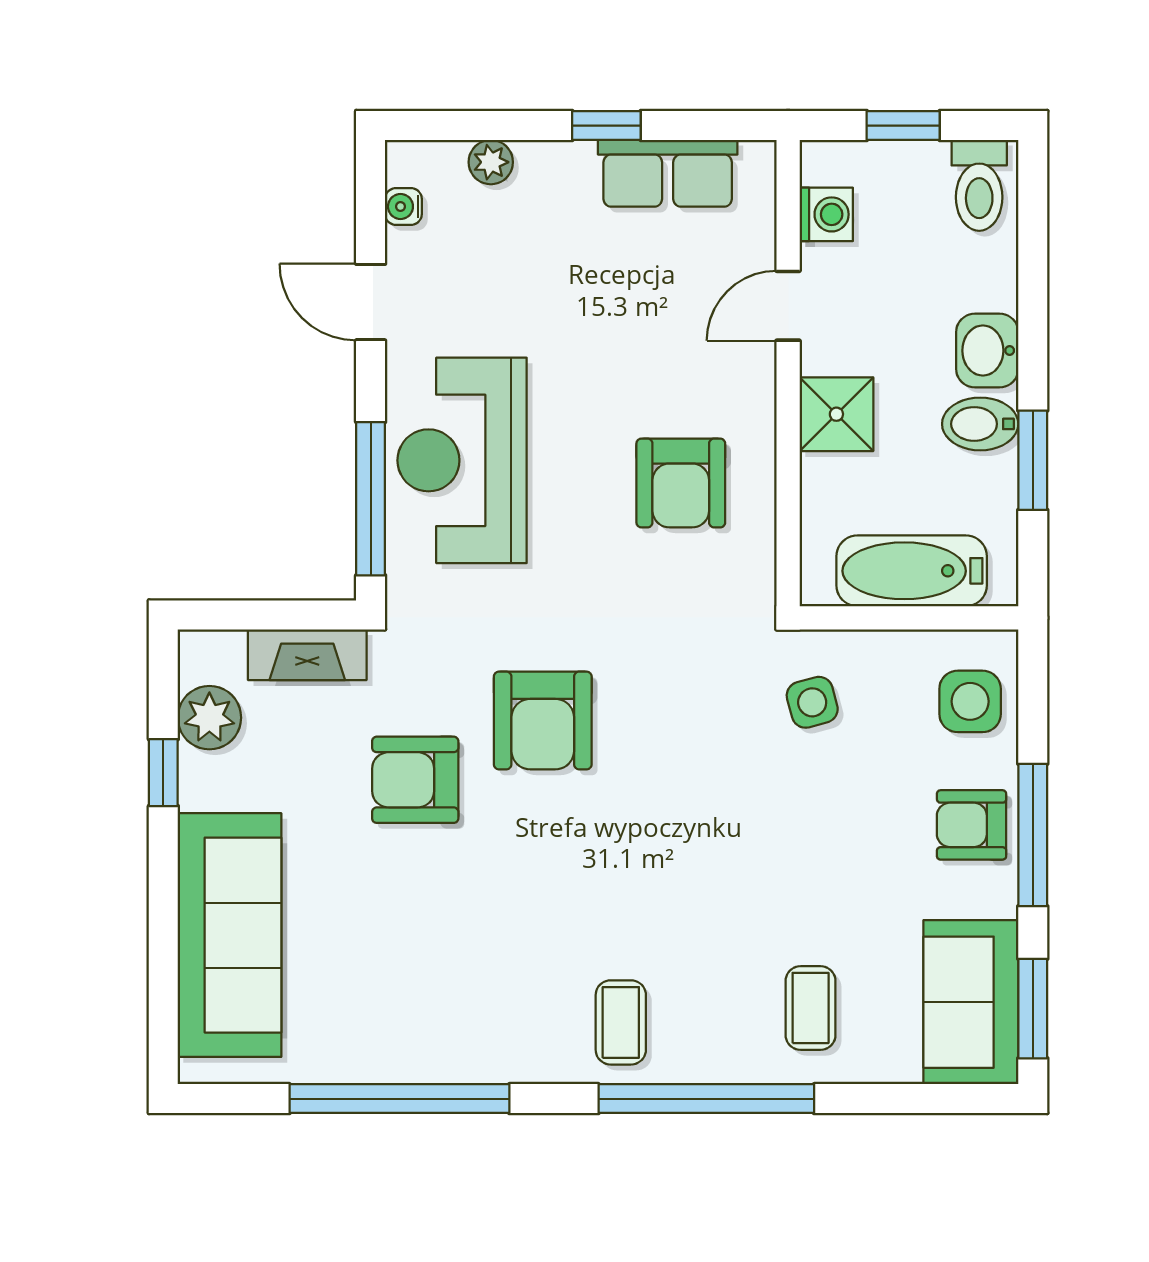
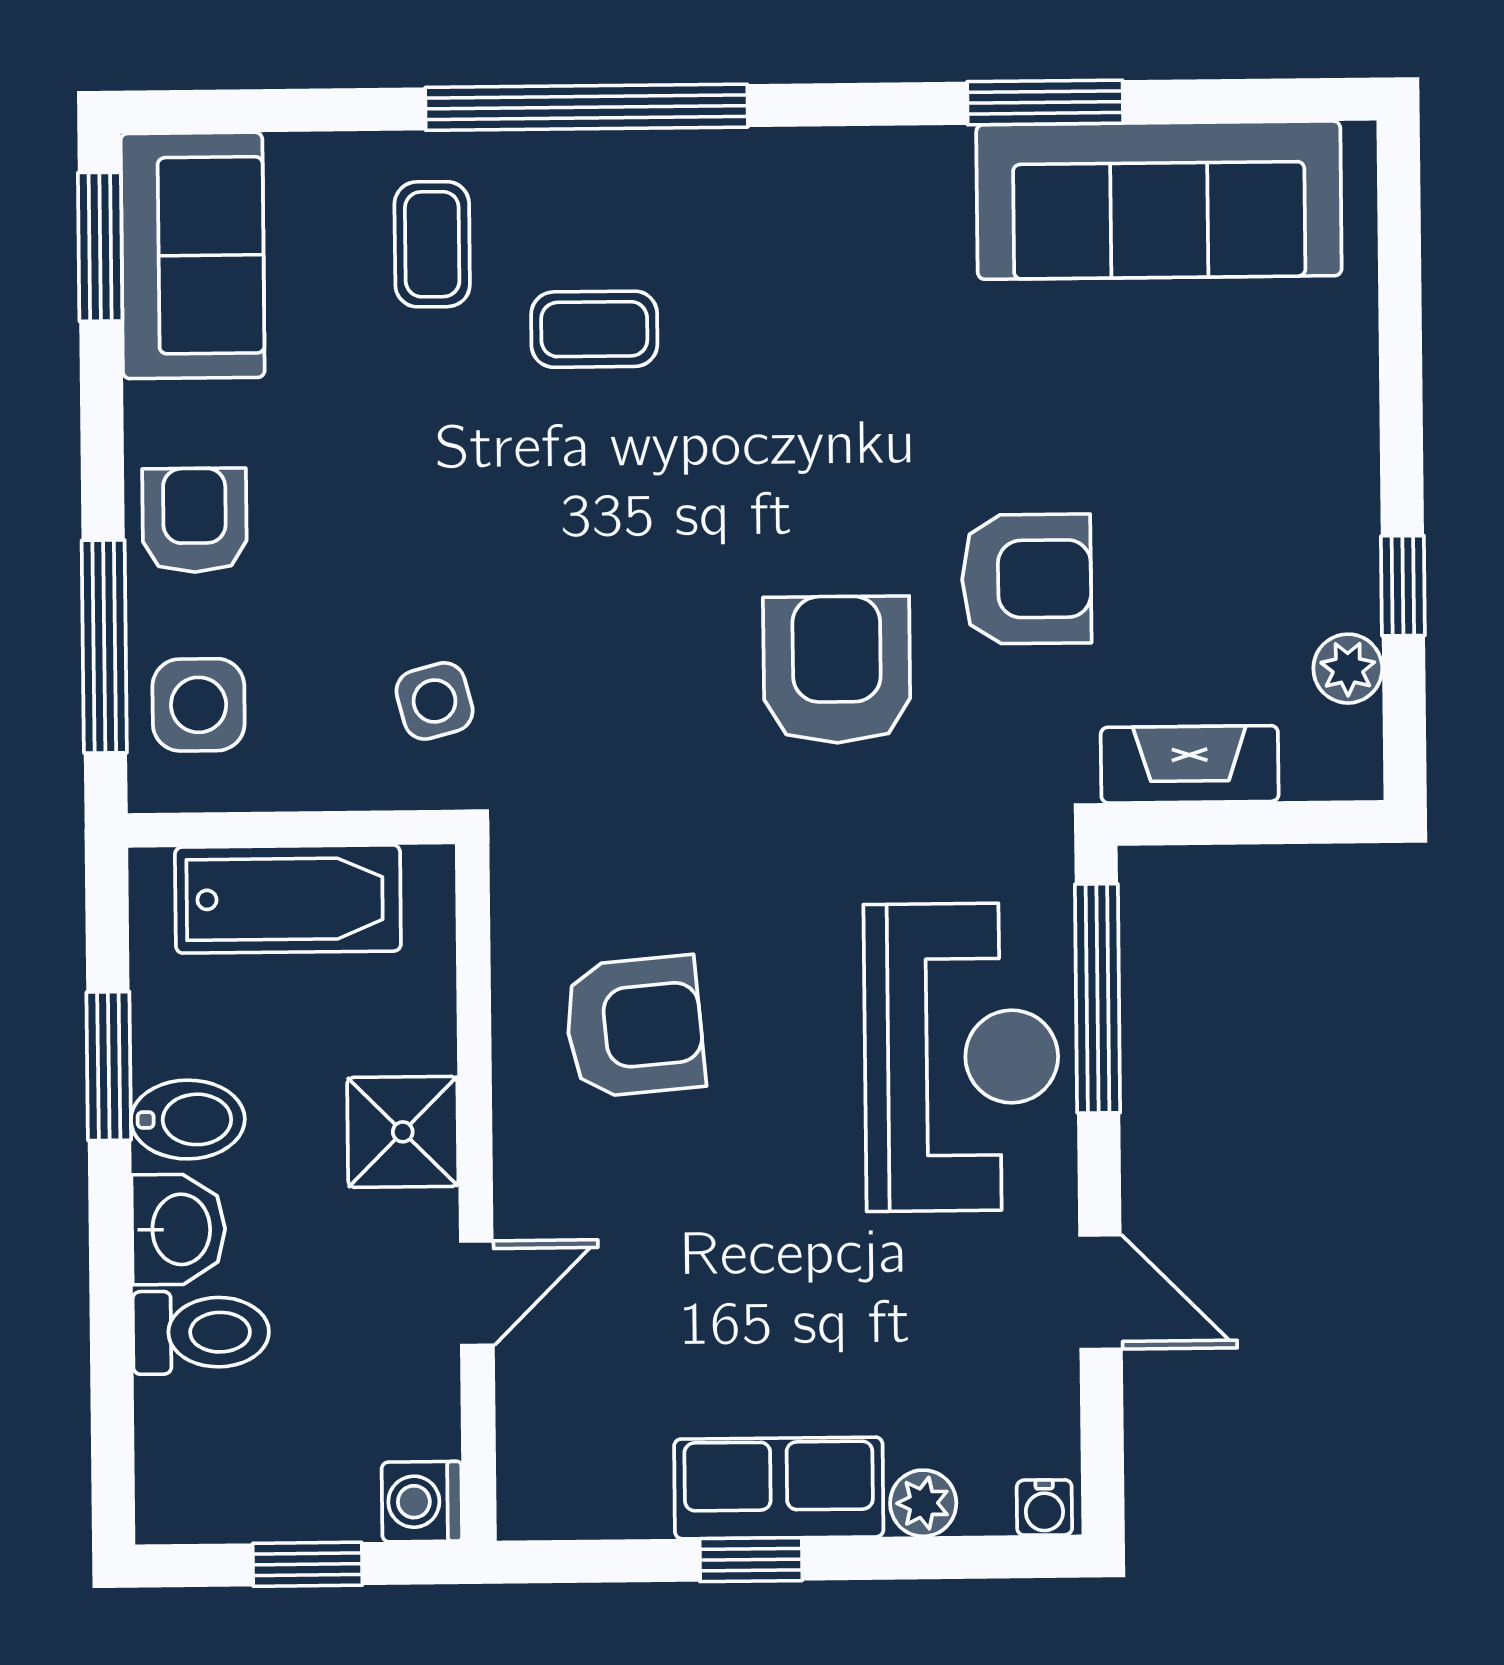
row of seats: (668, 173) -> (779, 1488), moved
toilet: (979, 185) -> (201, 1332), moved, turned 90
water cooler: (403, 206) -> (1044, 1508), moved, turned 90
washing machine: (826, 214) -> (422, 1502), moved
armchair: (681, 483) -> (634, 1027), turned 85
plant: (209, 718) -> (1348, 669), width x0.73, depth x0.73
armchair: (972, 825) -> (194, 520), turned -90
window: (1033, 835) -> (104, 647), moved
sofa: (229, 935) -> (1159, 200), moved, turned -90
coffee table: (621, 1022) -> (594, 329), moved, turned 90
window: (399, 1099) -> (1045, 102), width x0.47

